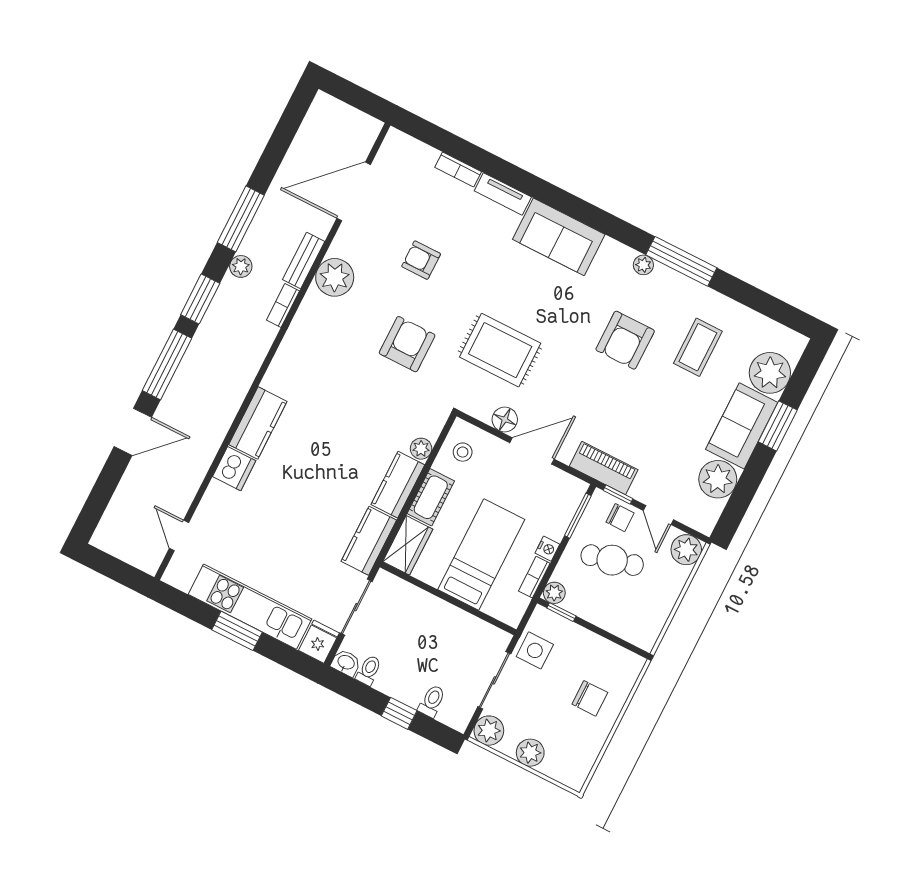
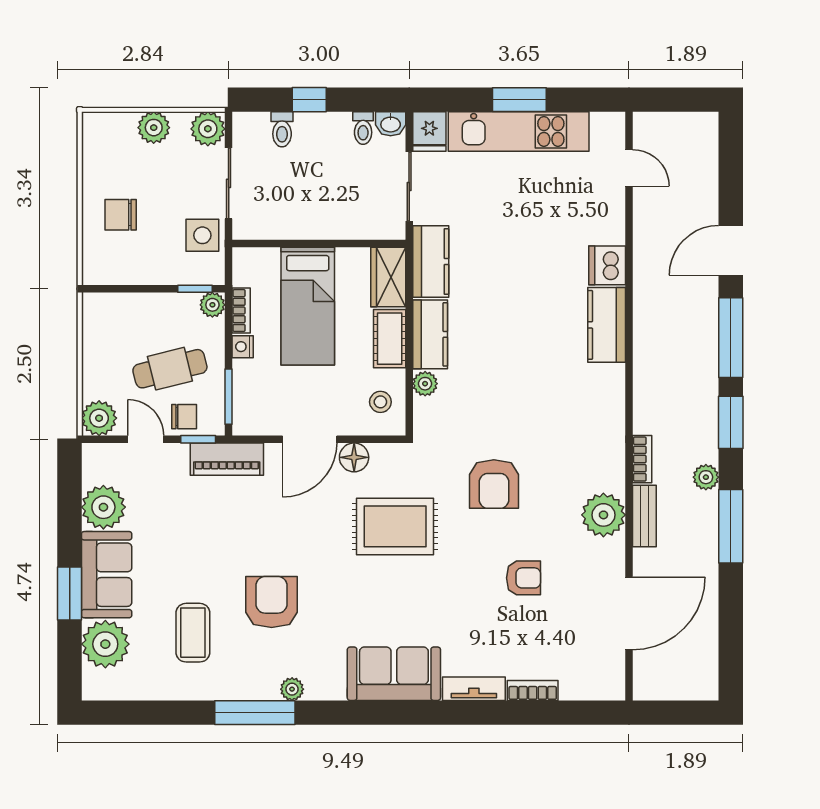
chair: (620, 518) -> (184, 417), turned 180

